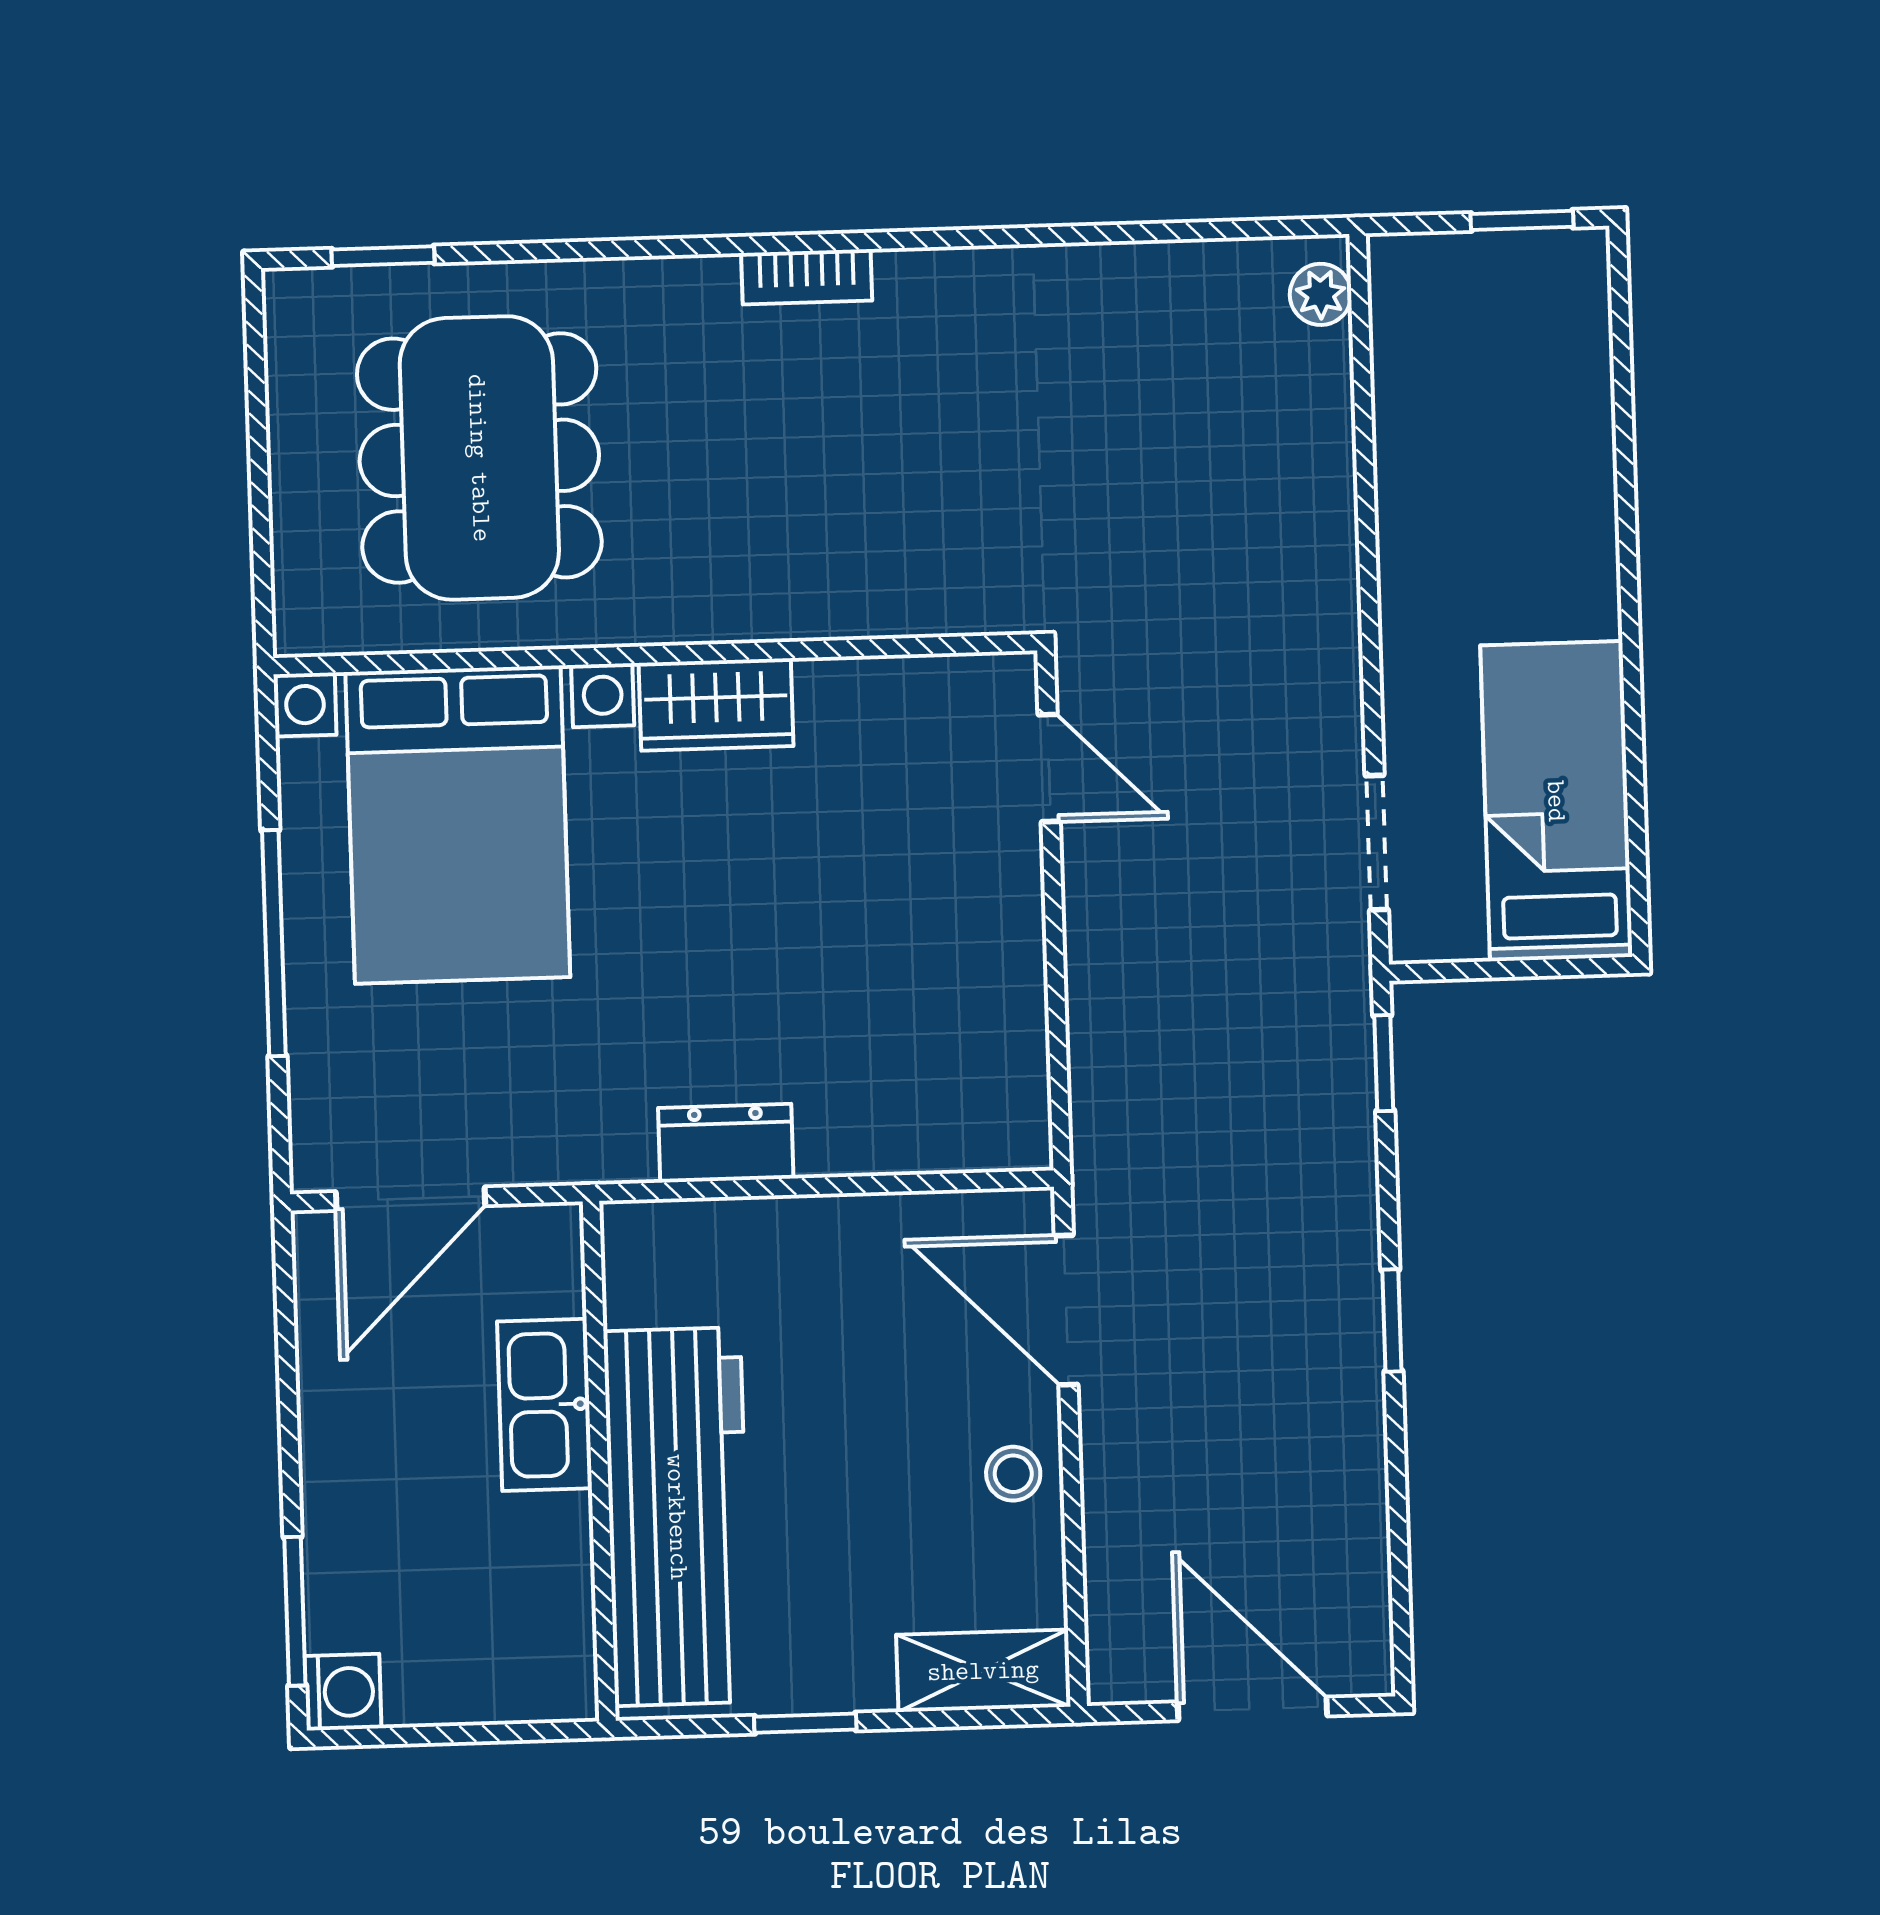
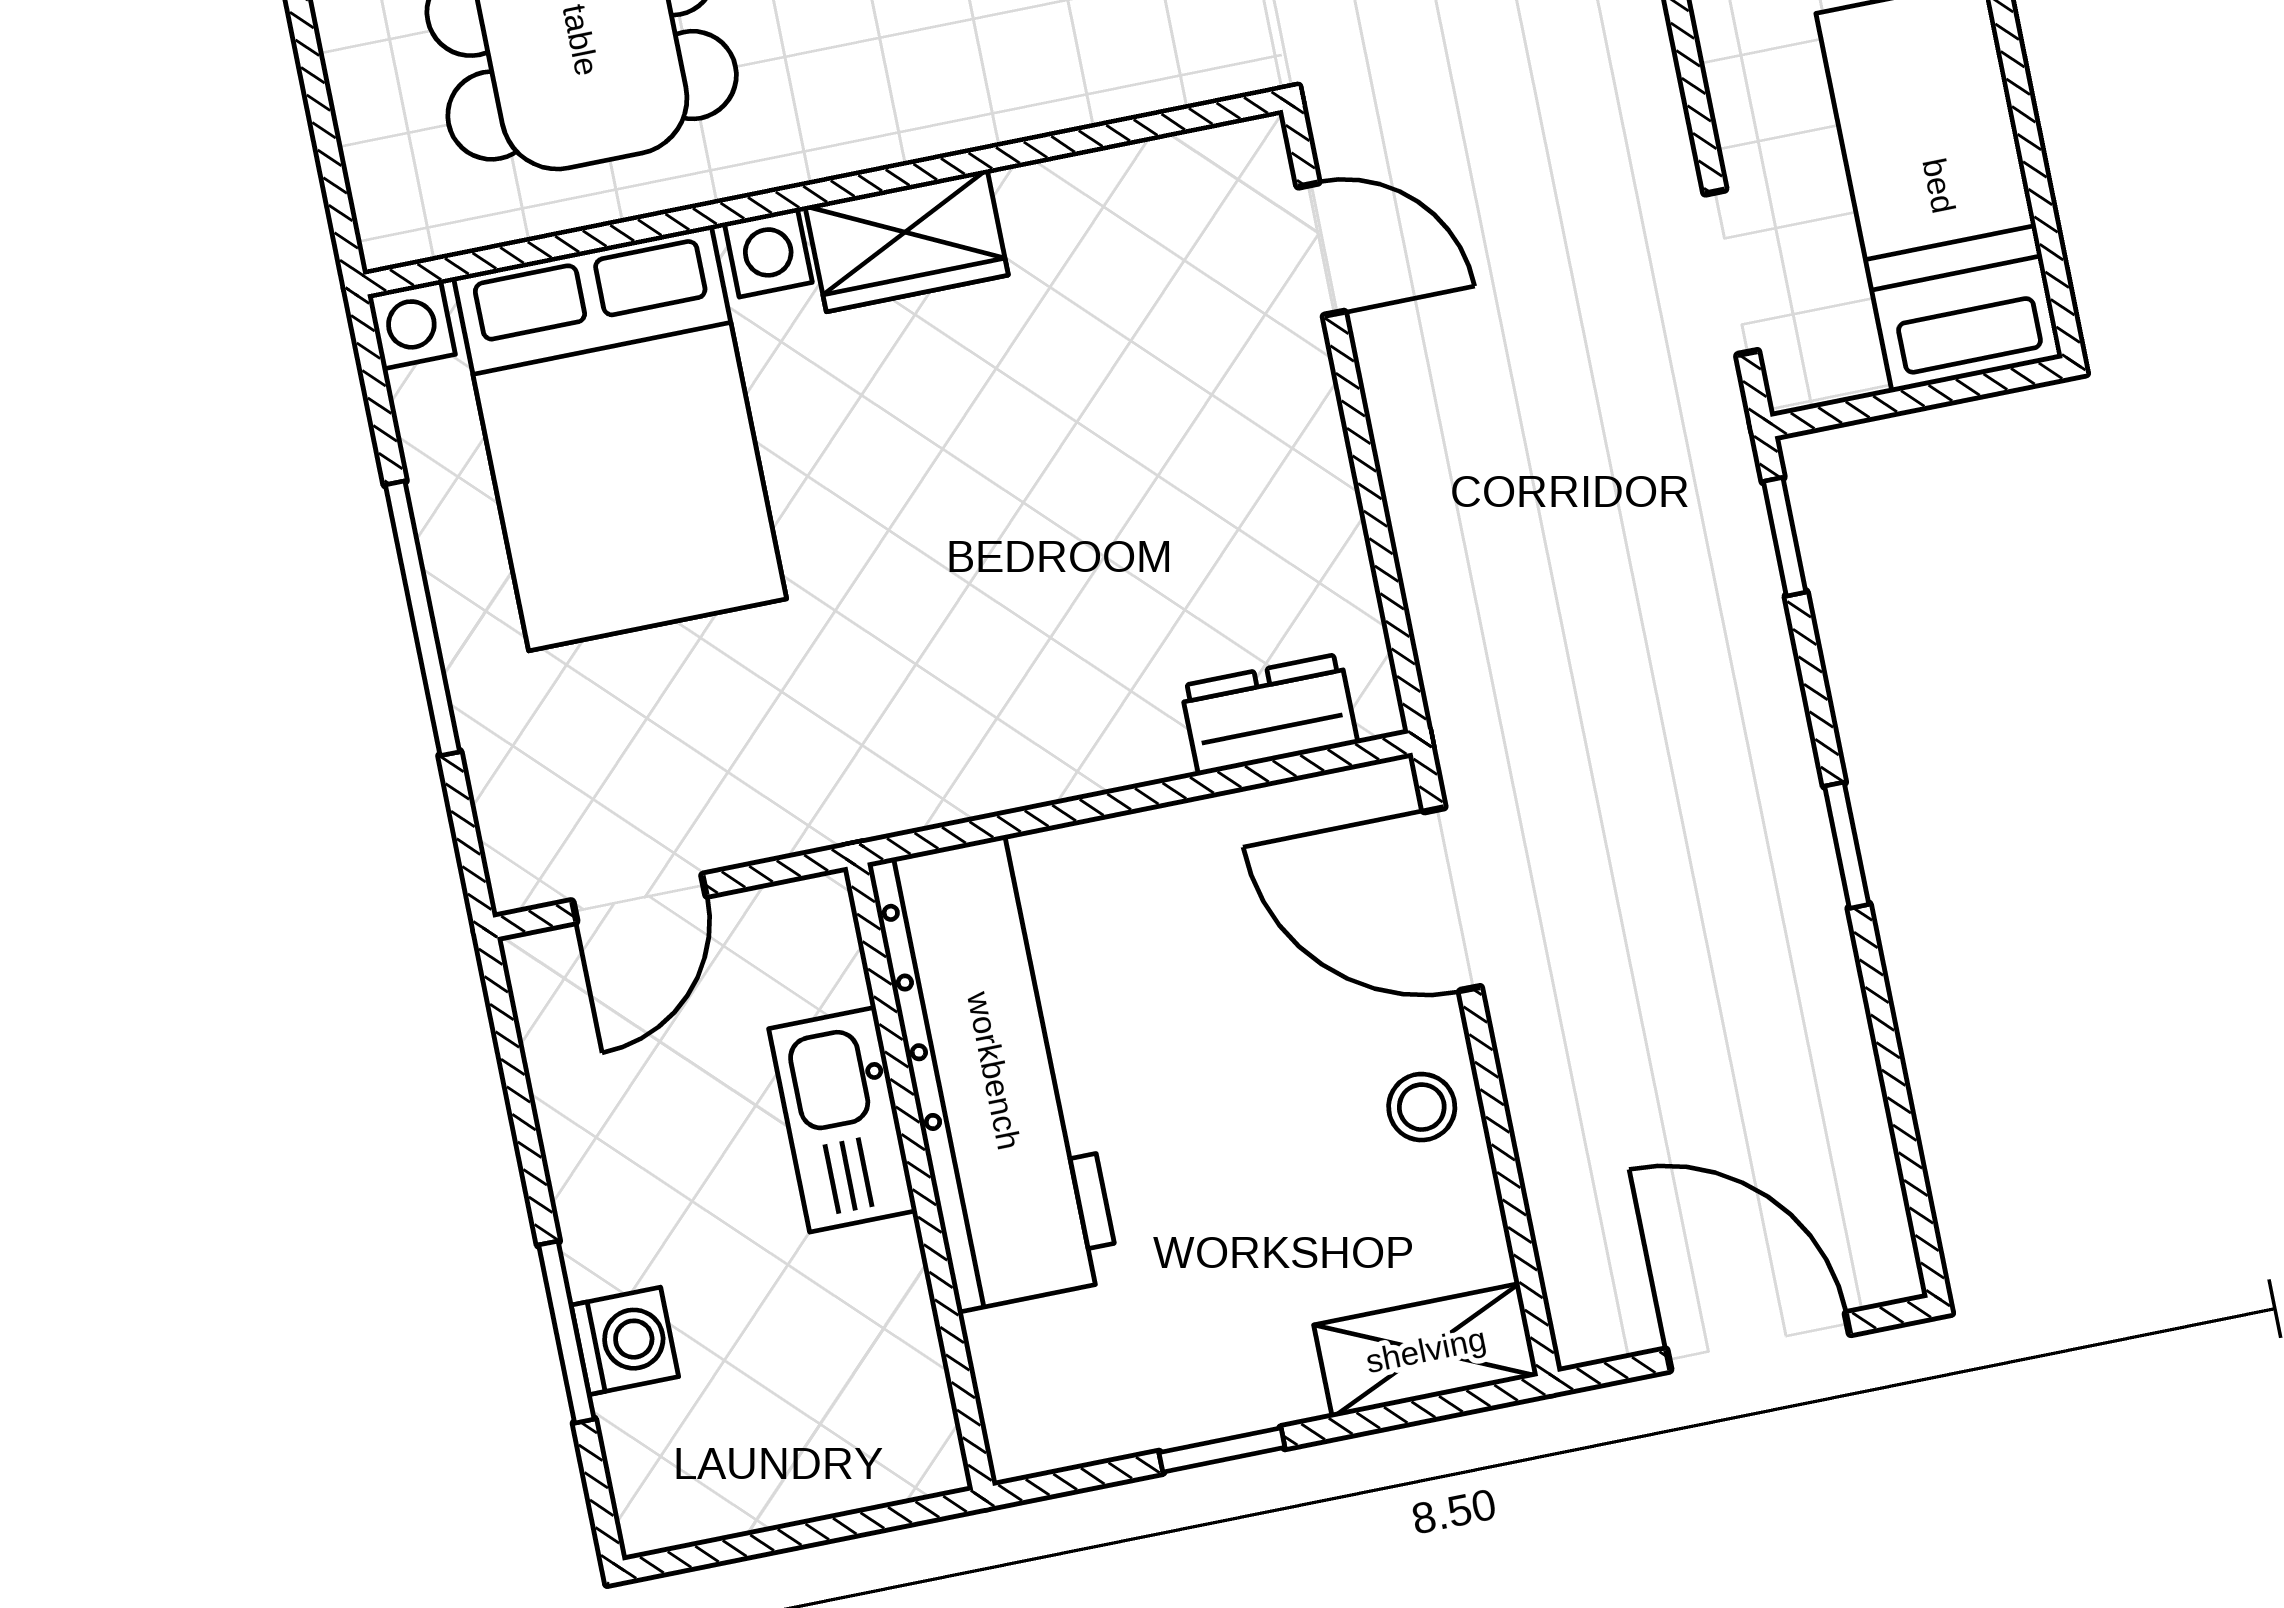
dresser: (726, 1143) -> (1269, 715), moved
door: (411, 1199) -> (639, 898), width x0.73
workbench: (677, 1517) -> (994, 1071), moved
window: (295, 1611) -> (566, 1332), moved
washing machine: (343, 1692) -> (625, 1341), moved

